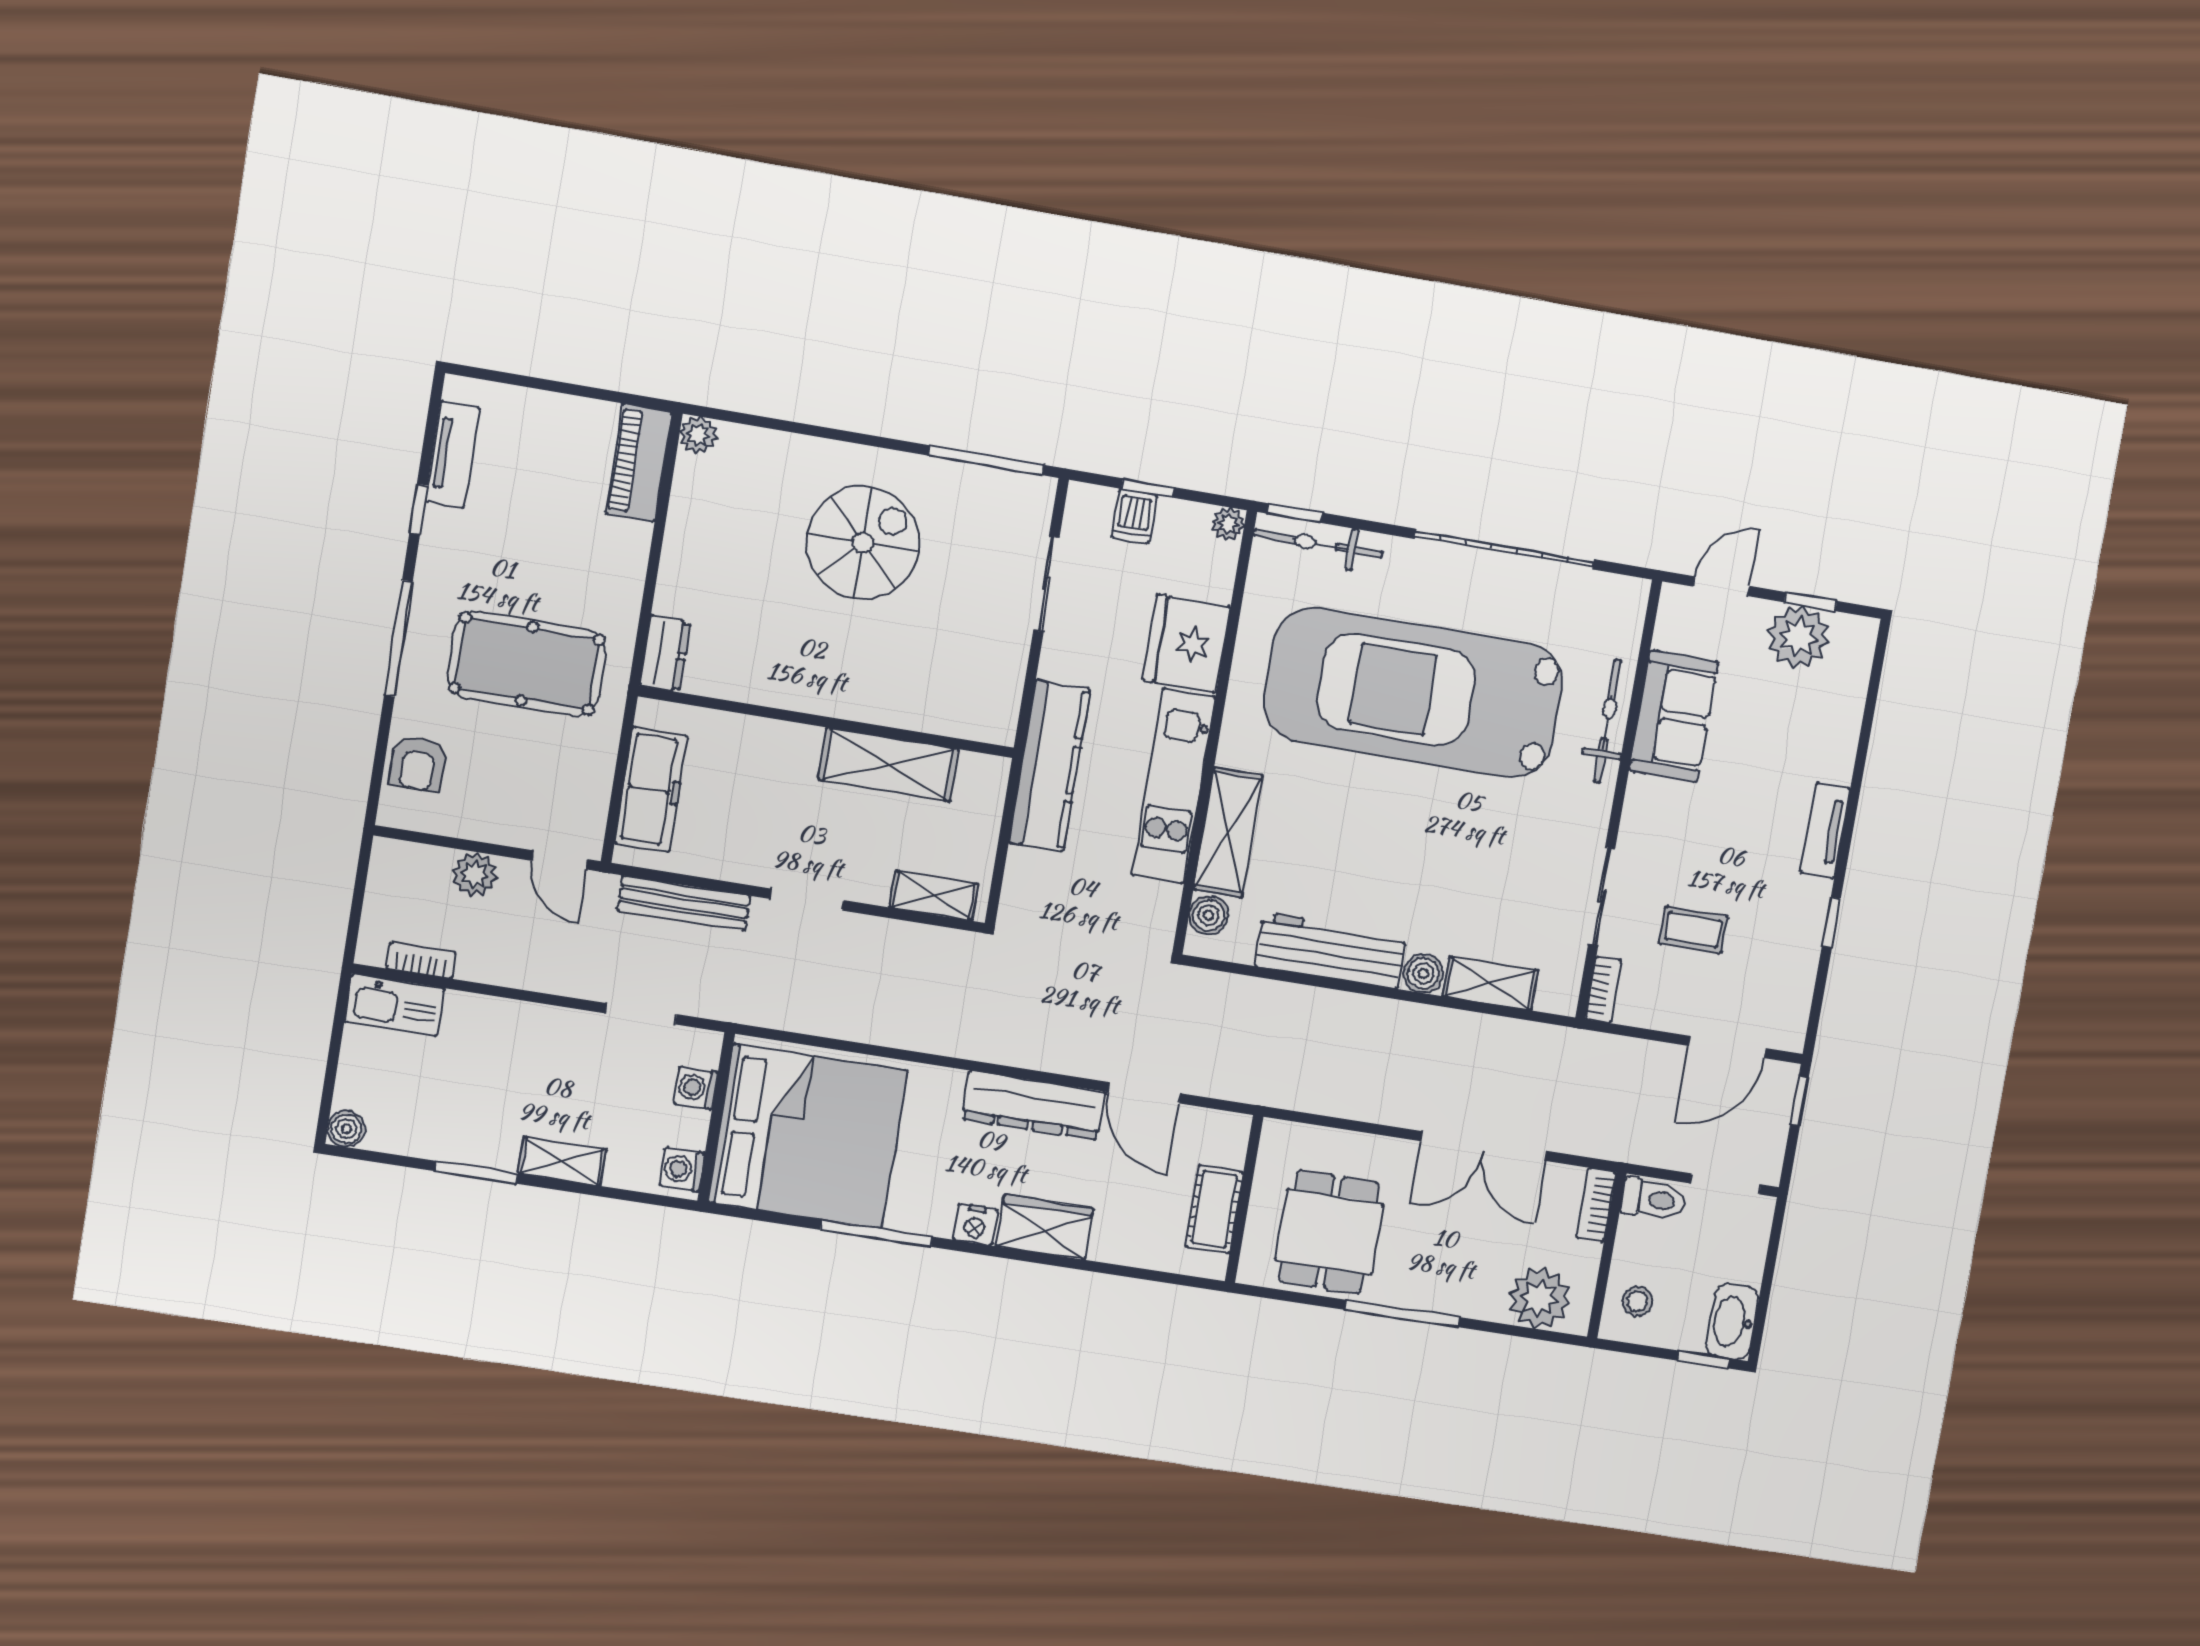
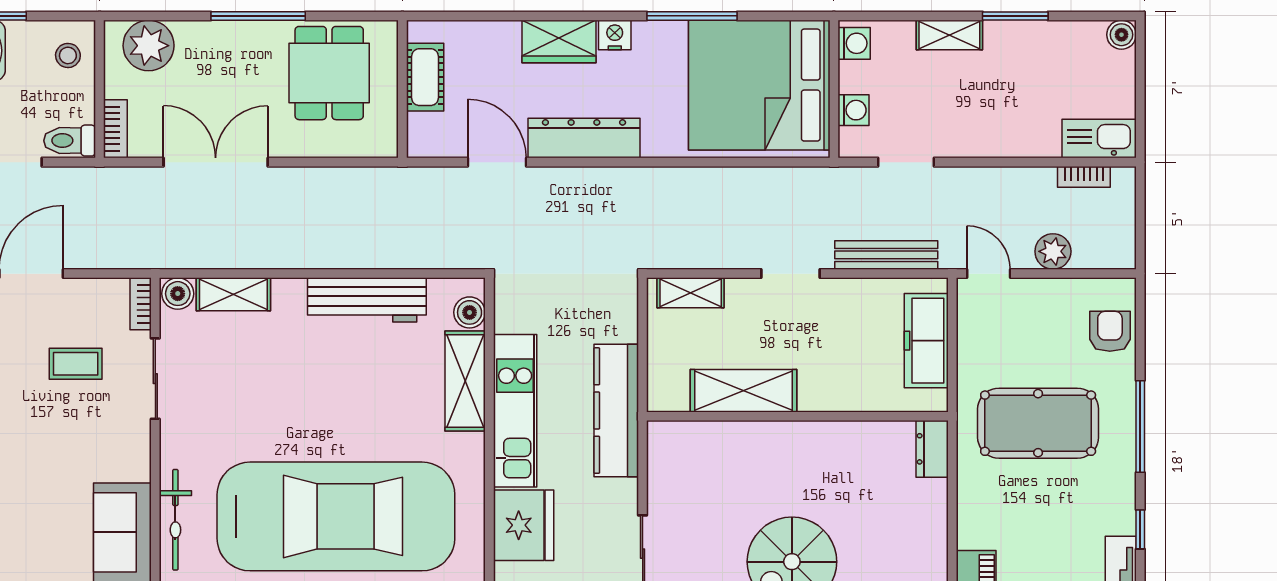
boiler: (1423, 973) -> (178, 294), moved

